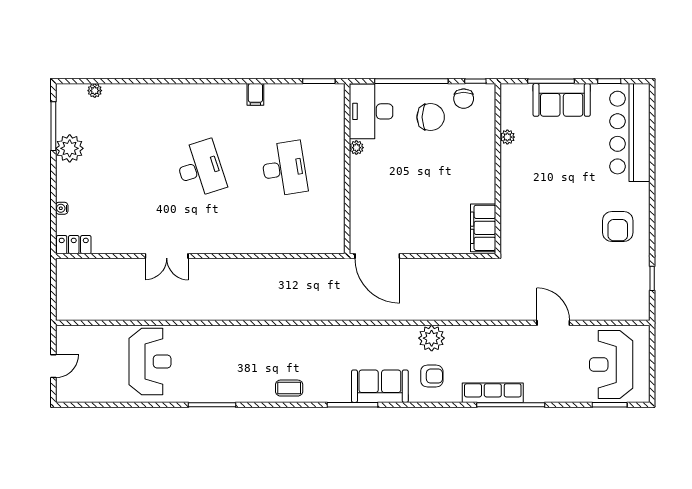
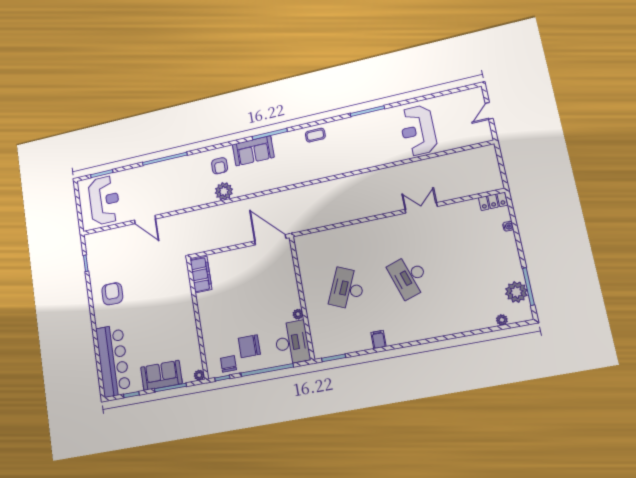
plant: (507, 137) -> (199, 375), moved
plant: (70, 148) -> (516, 292), moved
desk: (284, 169) -> (347, 289), turned 33
armchair: (432, 376) -> (220, 166), turned -90
row of seats: (493, 393) -> (178, 164), removed

